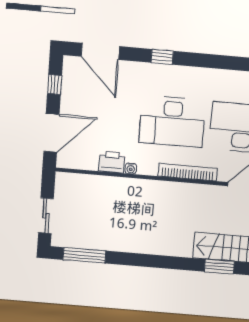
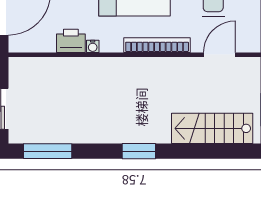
window: (219, 267) -> (139, 151), moved

